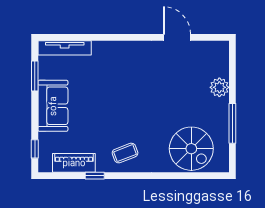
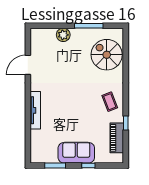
tv unit: (65, 48) -> (35, 110), moved
window: (35, 149) -> (88, 166), moved
spiral stairs: (191, 149) -> (107, 55), turned -90

